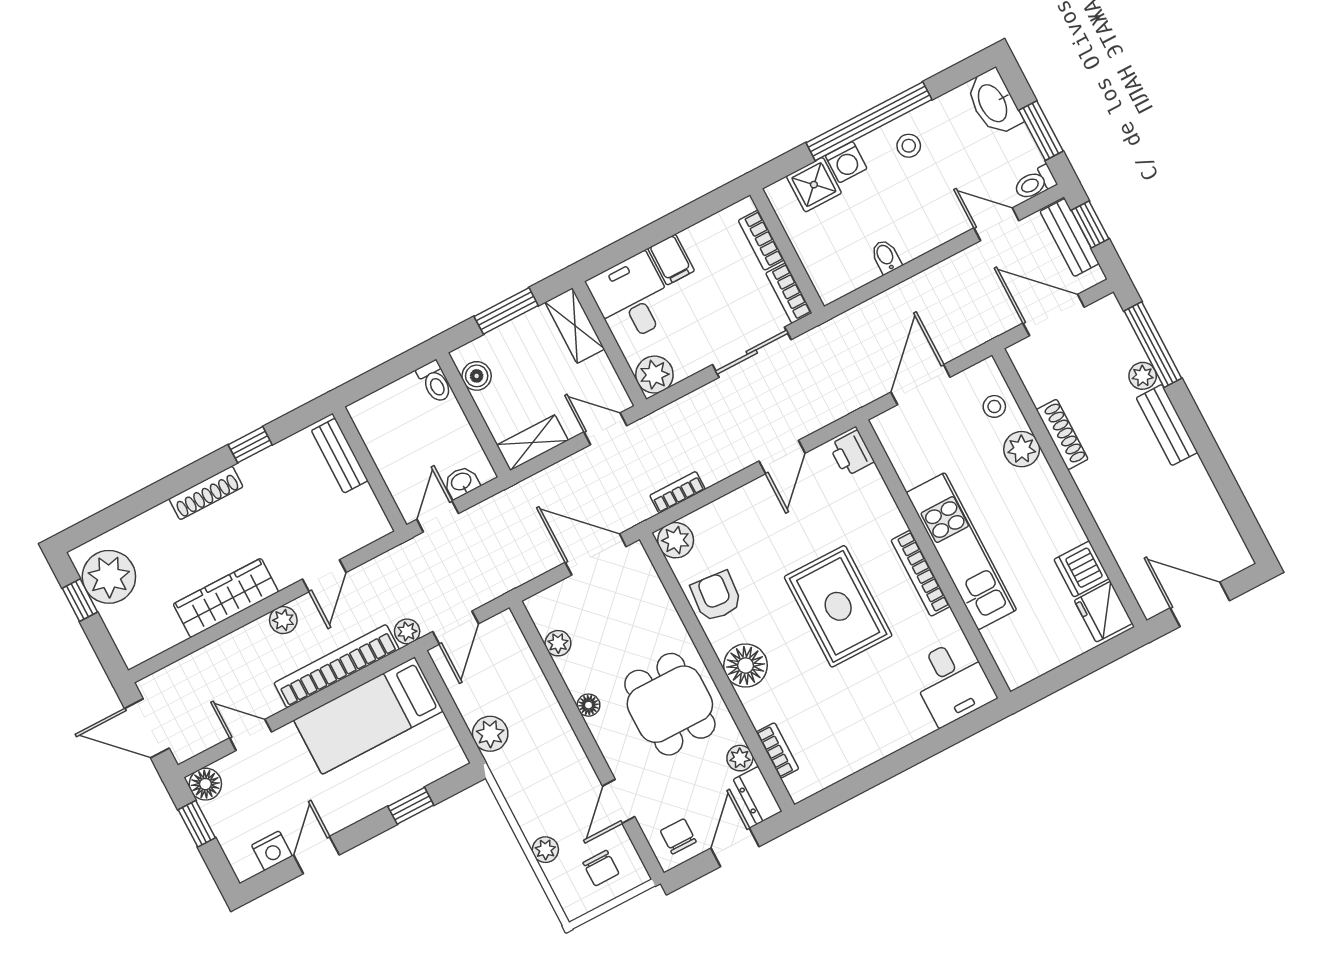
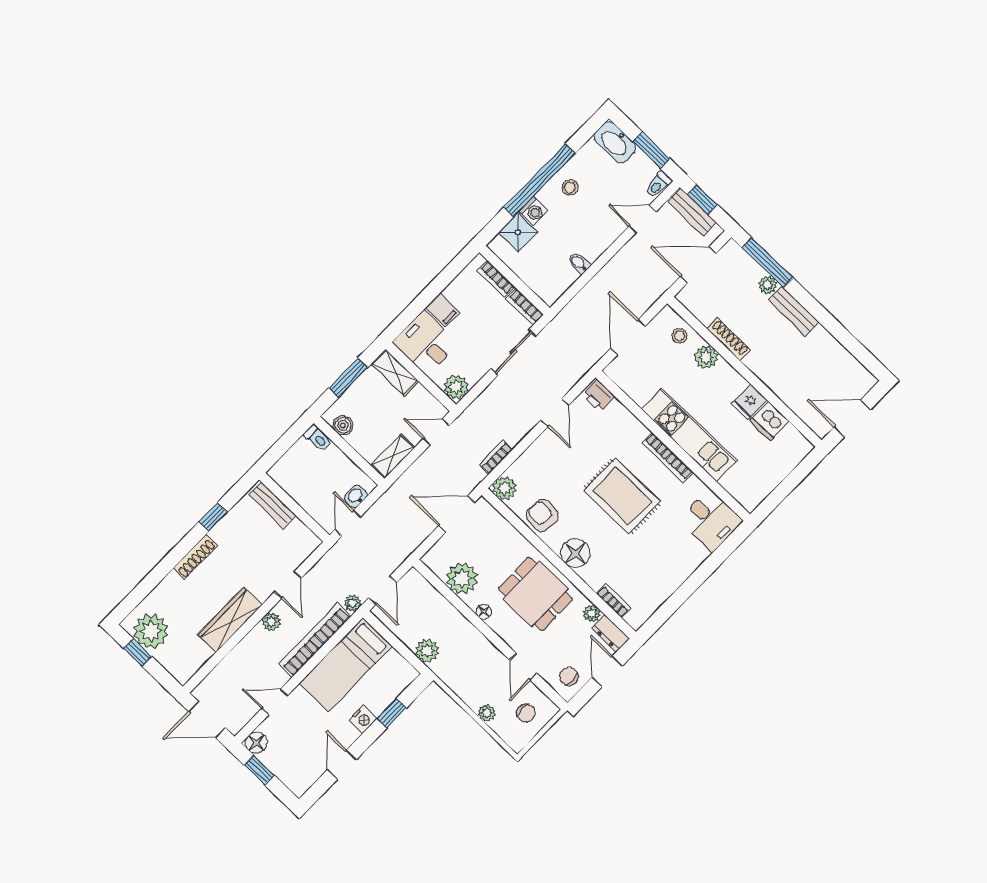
fridge: (1103, 612) -> (749, 402), moved, width x0.72
plant: (558, 643) -> (462, 578), width x1.88, depth x1.88
nightstand: (272, 851) -> (363, 719), moved

